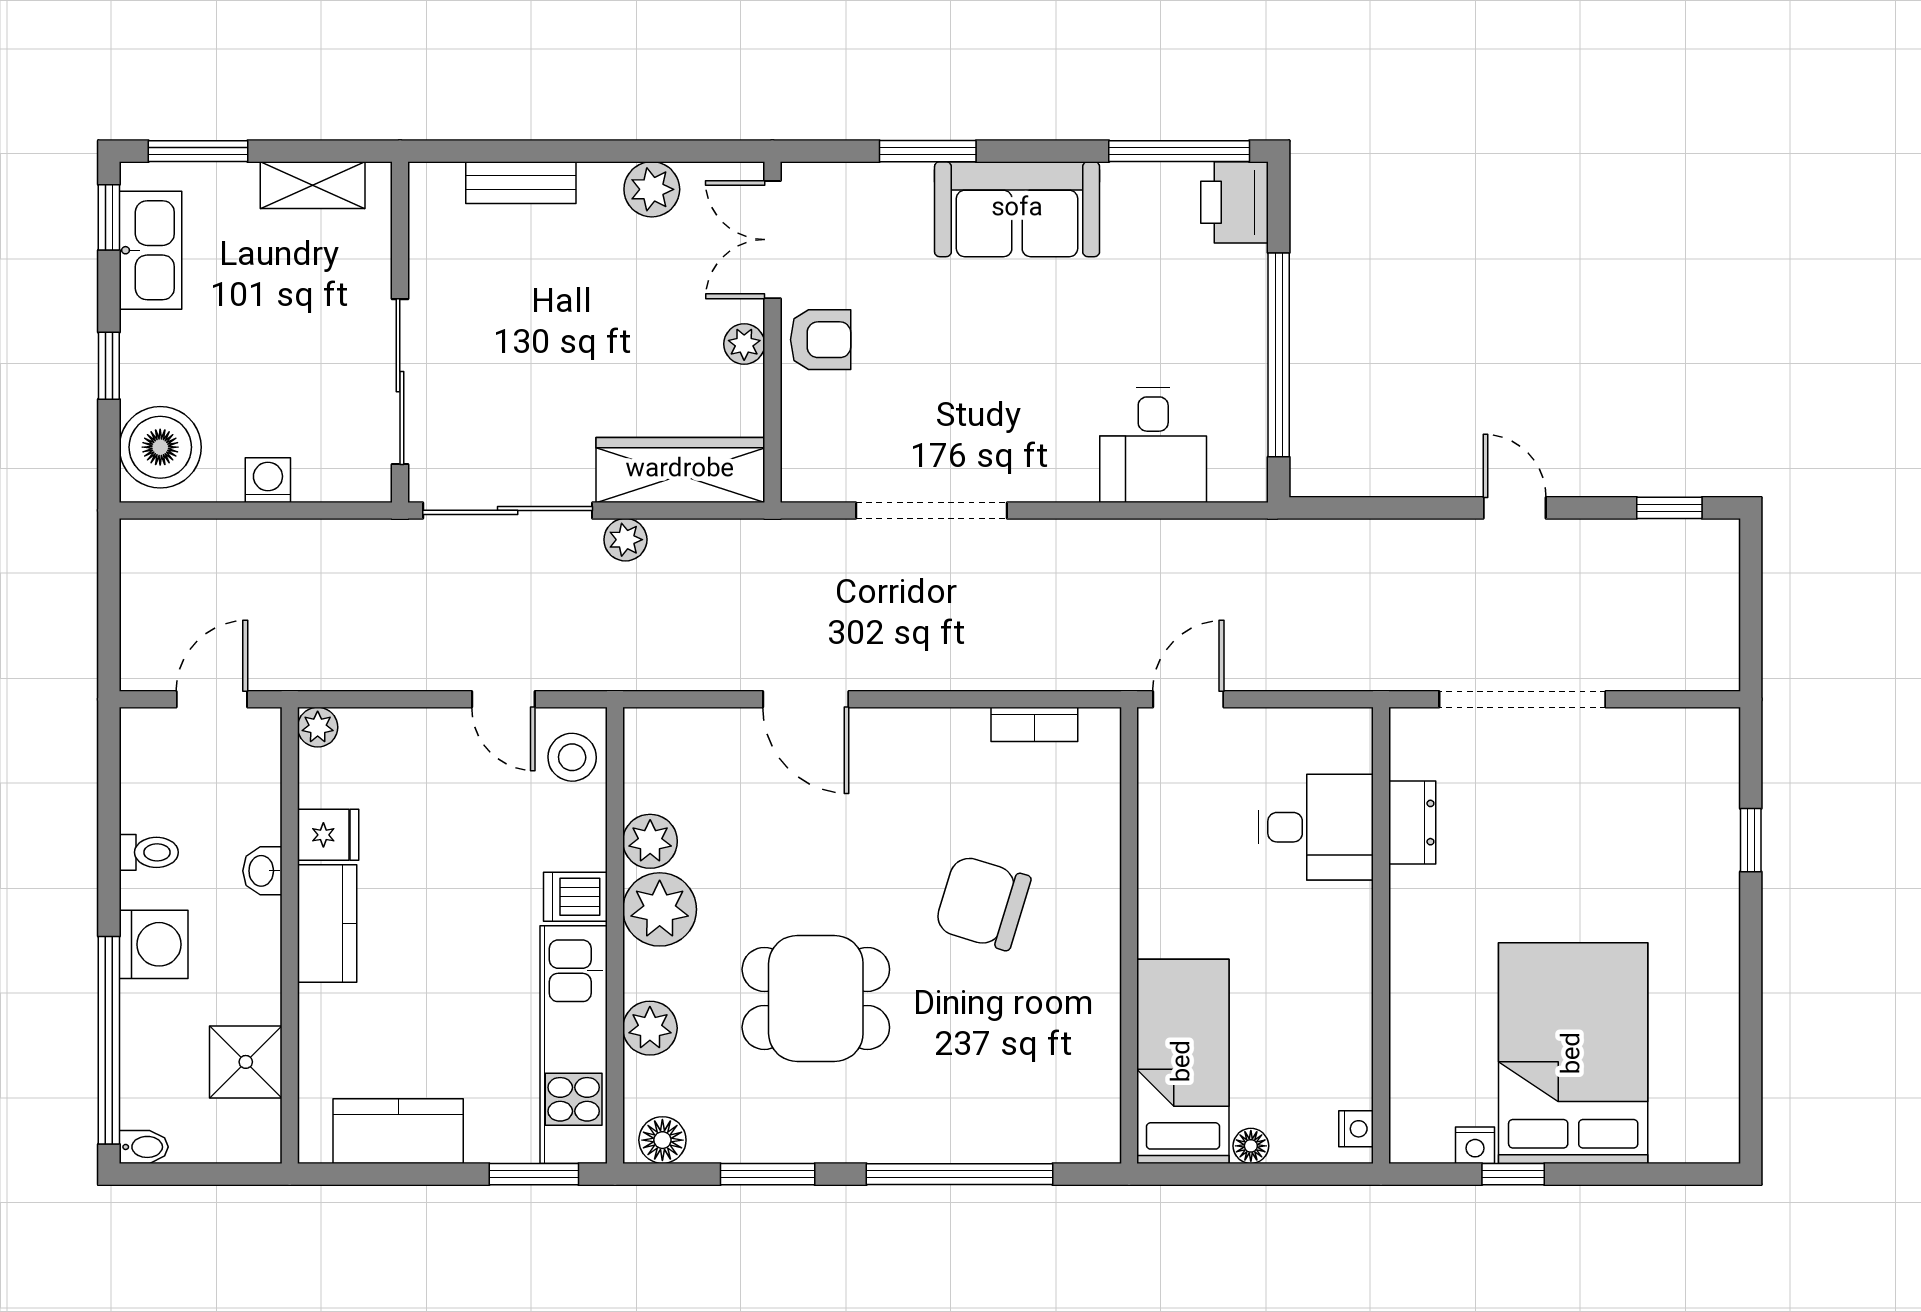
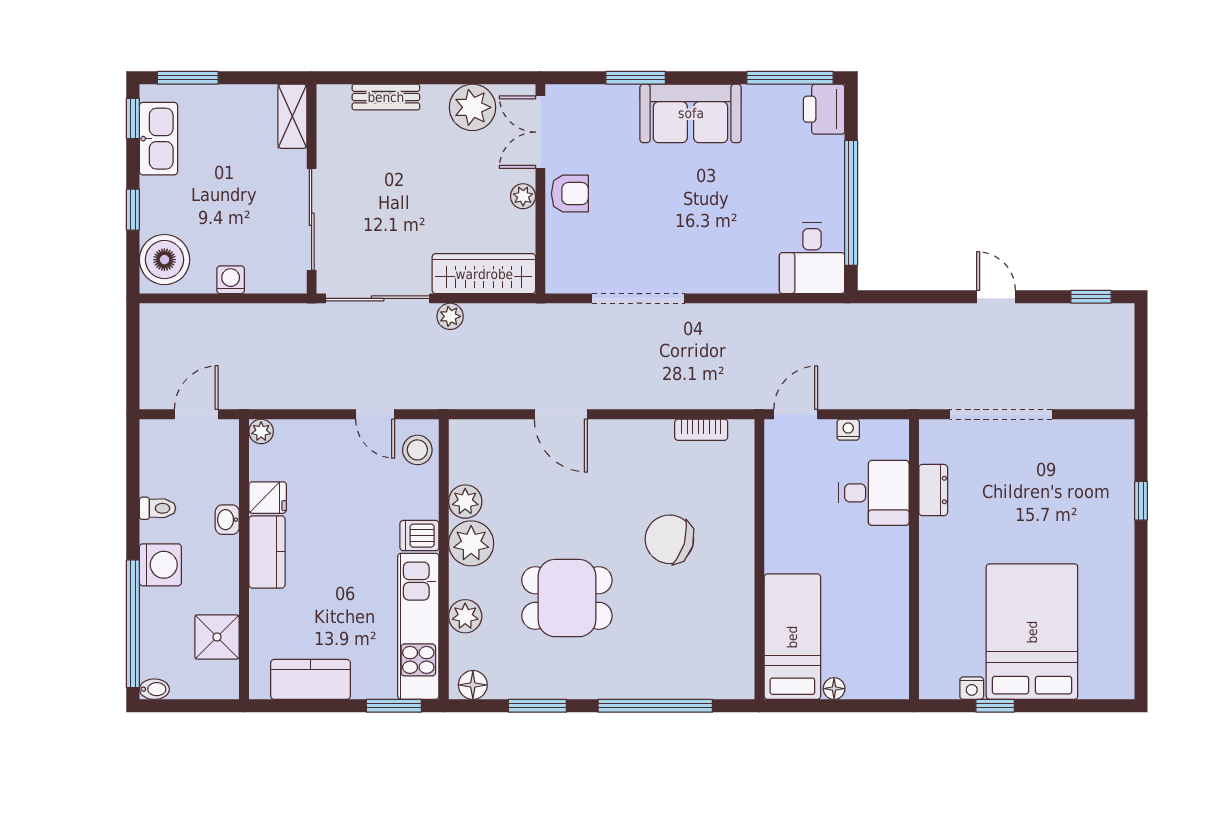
shelving: (313, 185) -> (292, 116), moved, turned 90
plant: (652, 189) -> (472, 107), width x1.36, depth x1.36
desk: (1153, 445) -> (812, 258), moved
nightstand: (1356, 1129) -> (848, 430), moved, turned -90

